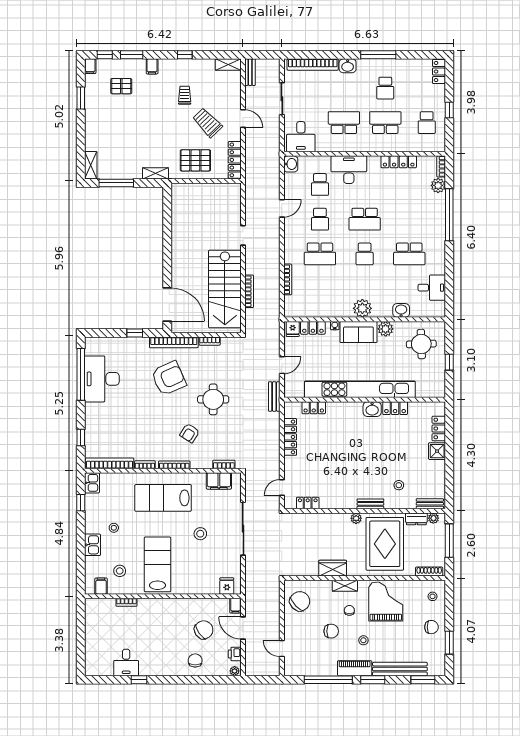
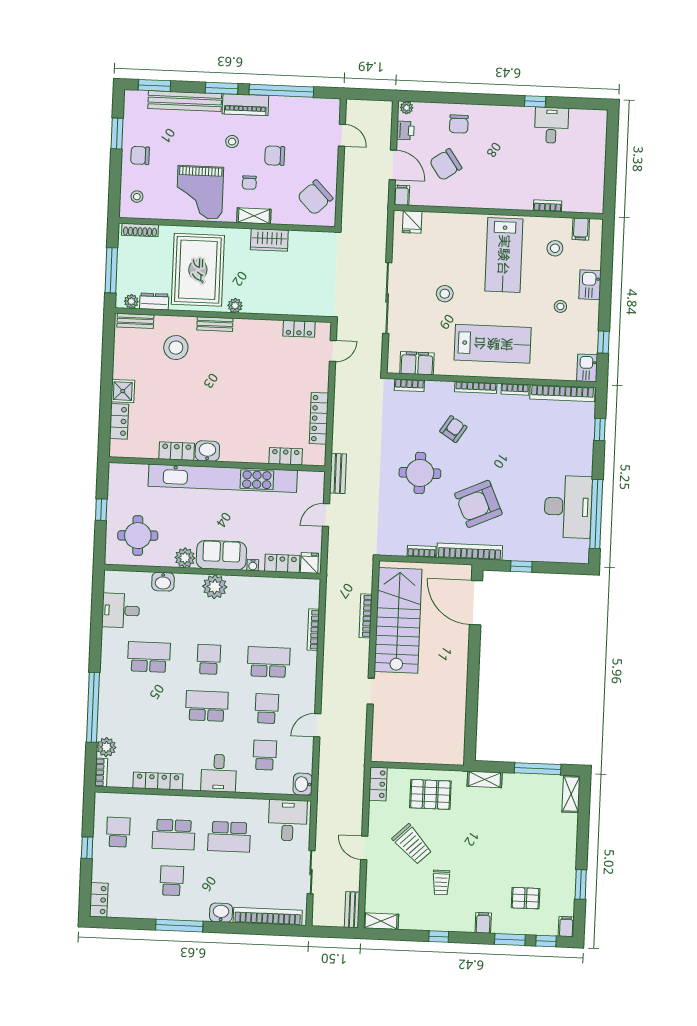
locker: (235, 160) -> (378, 784), width x0.66
desk: (349, 170) -> (219, 773), width x0.73
stool: (399, 485) -> (176, 348), width x1.89, depth x1.89

